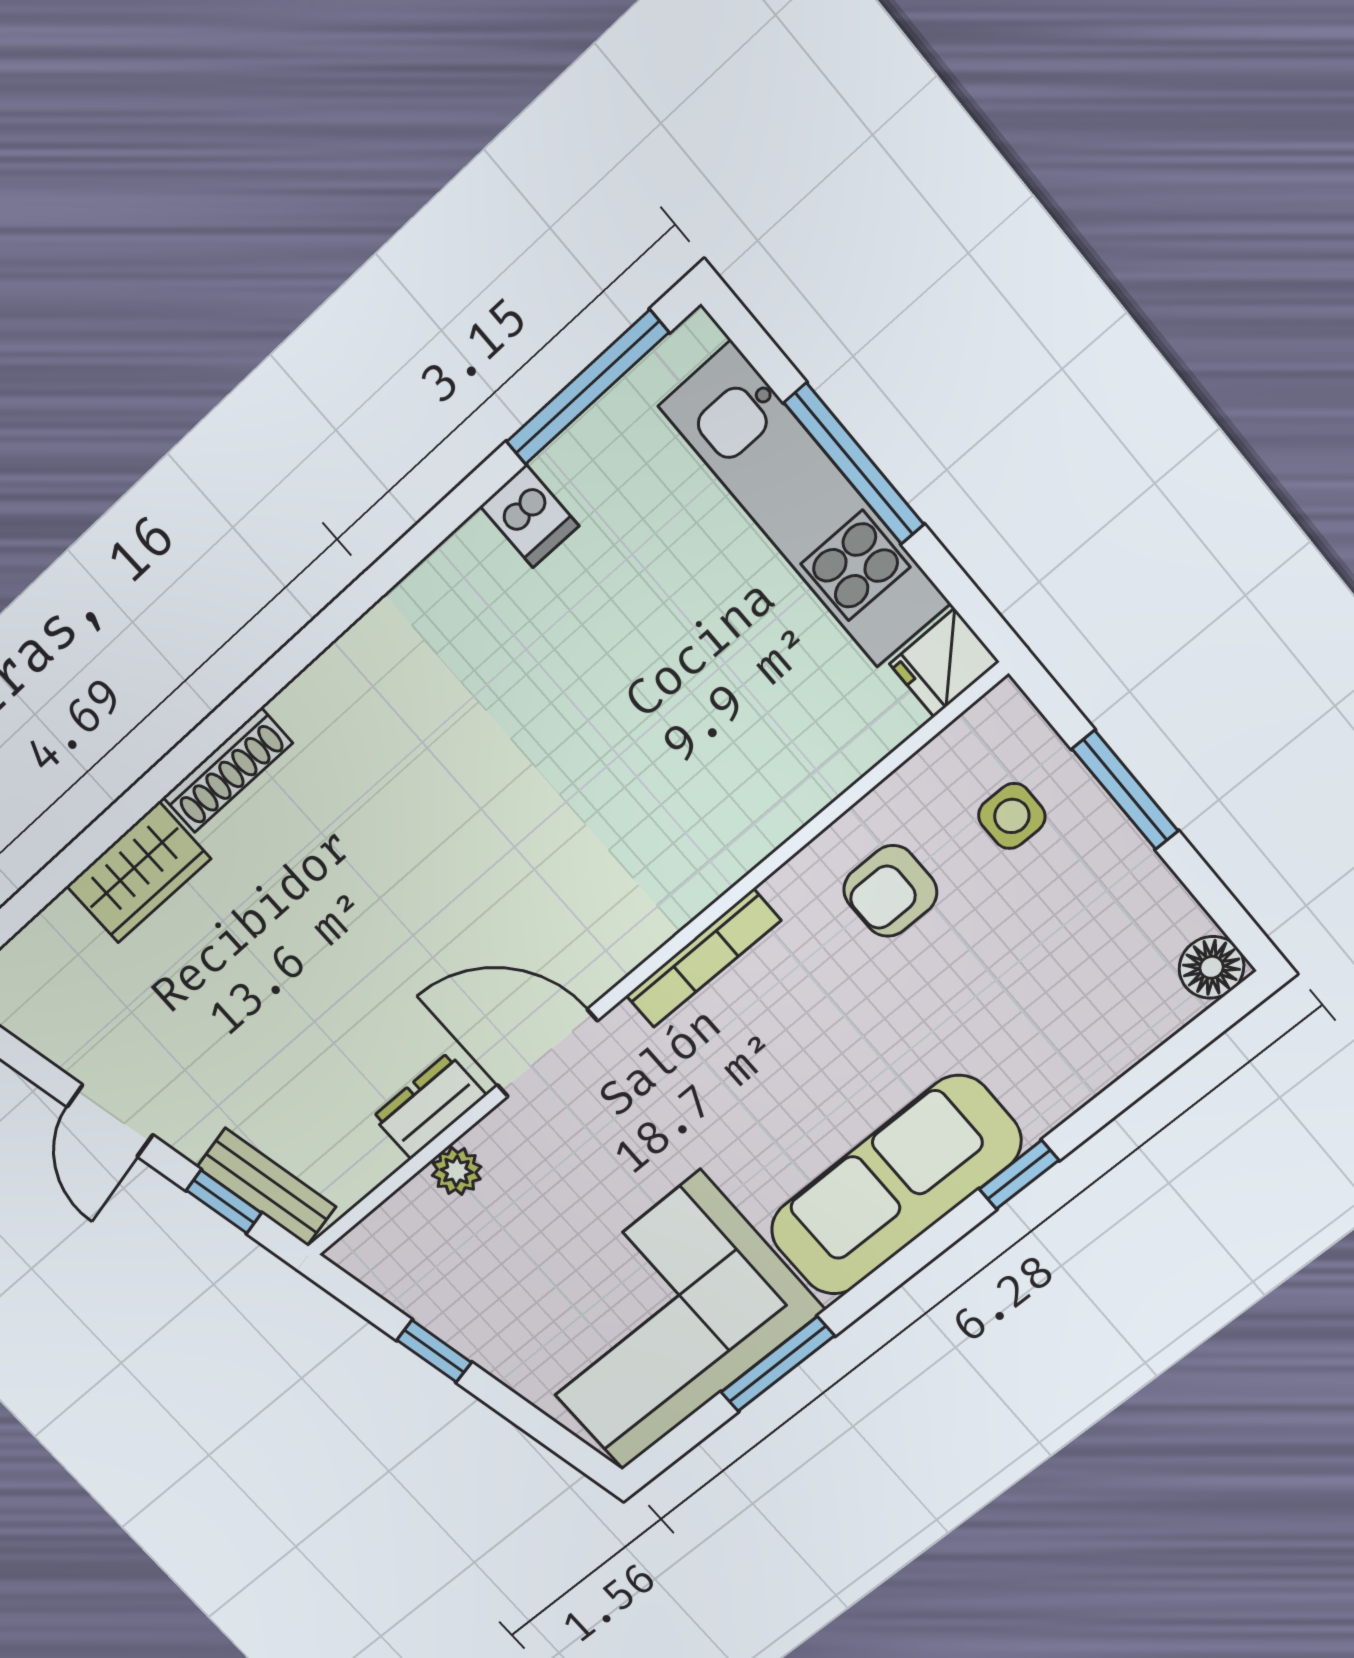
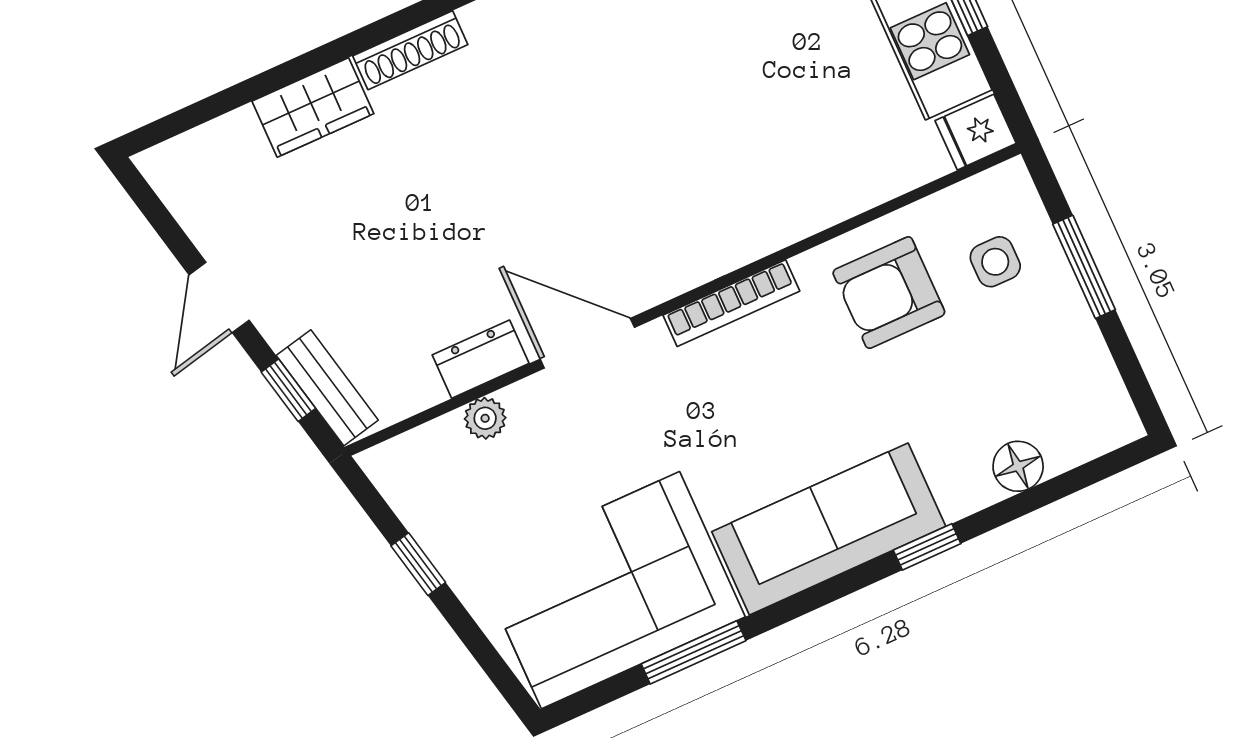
armchair: (890, 891) -> (889, 293), width x1.38, depth x1.38
floor lamp: (1212, 967) -> (1018, 466), moved

